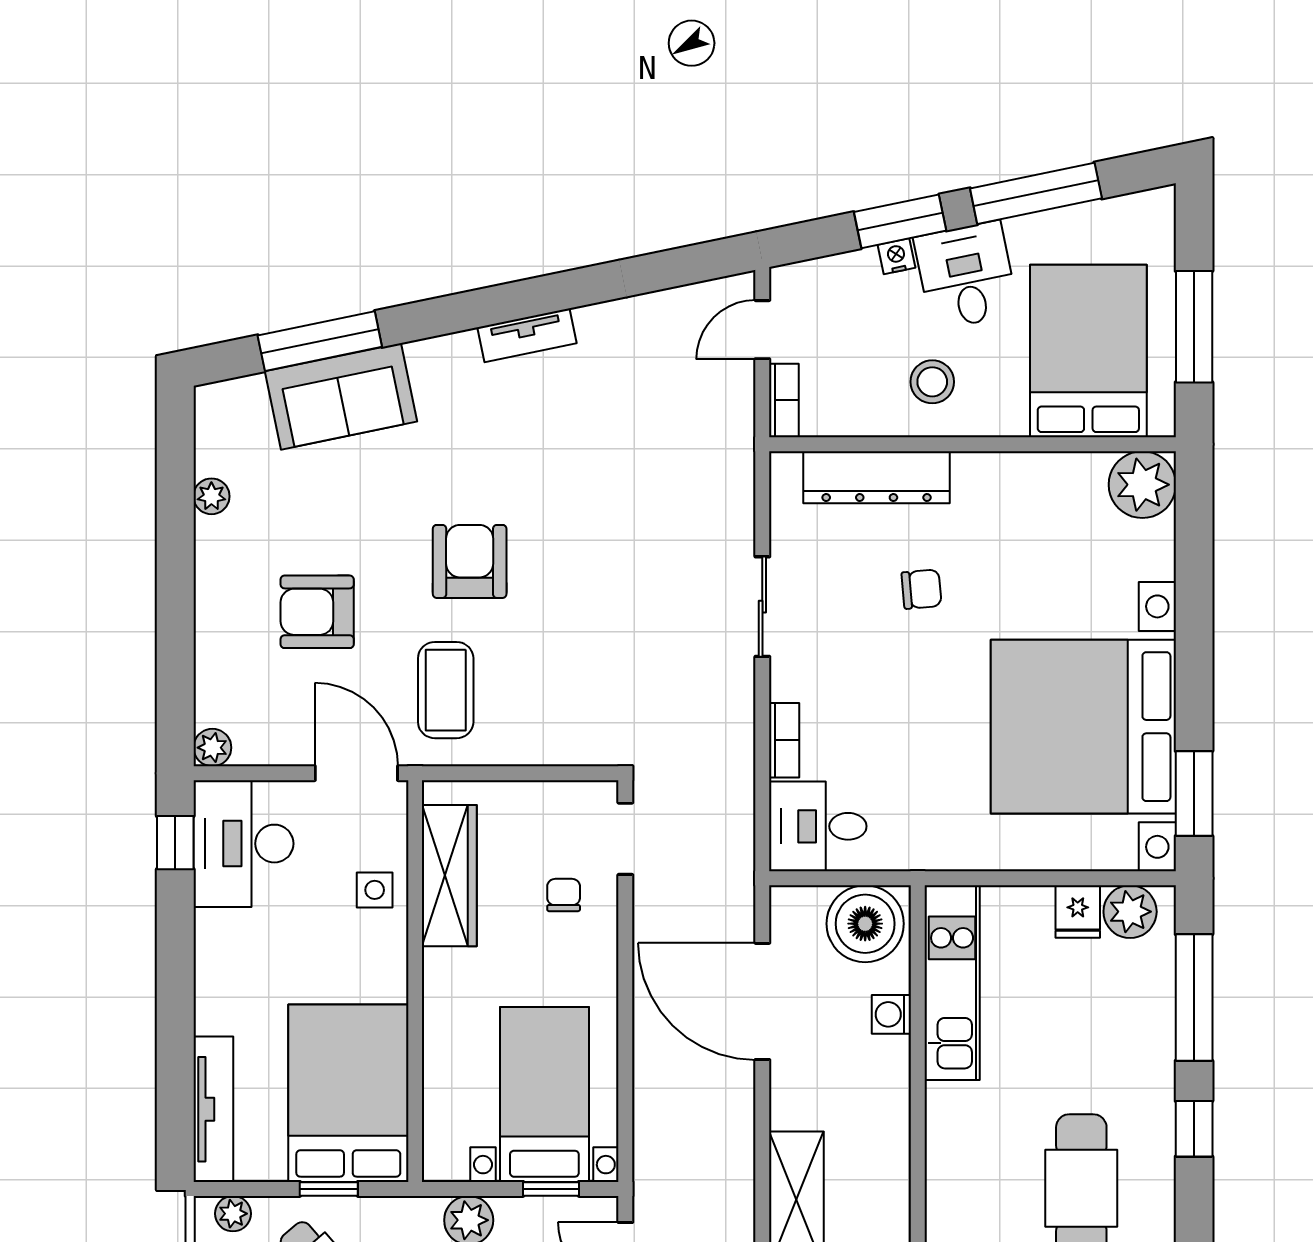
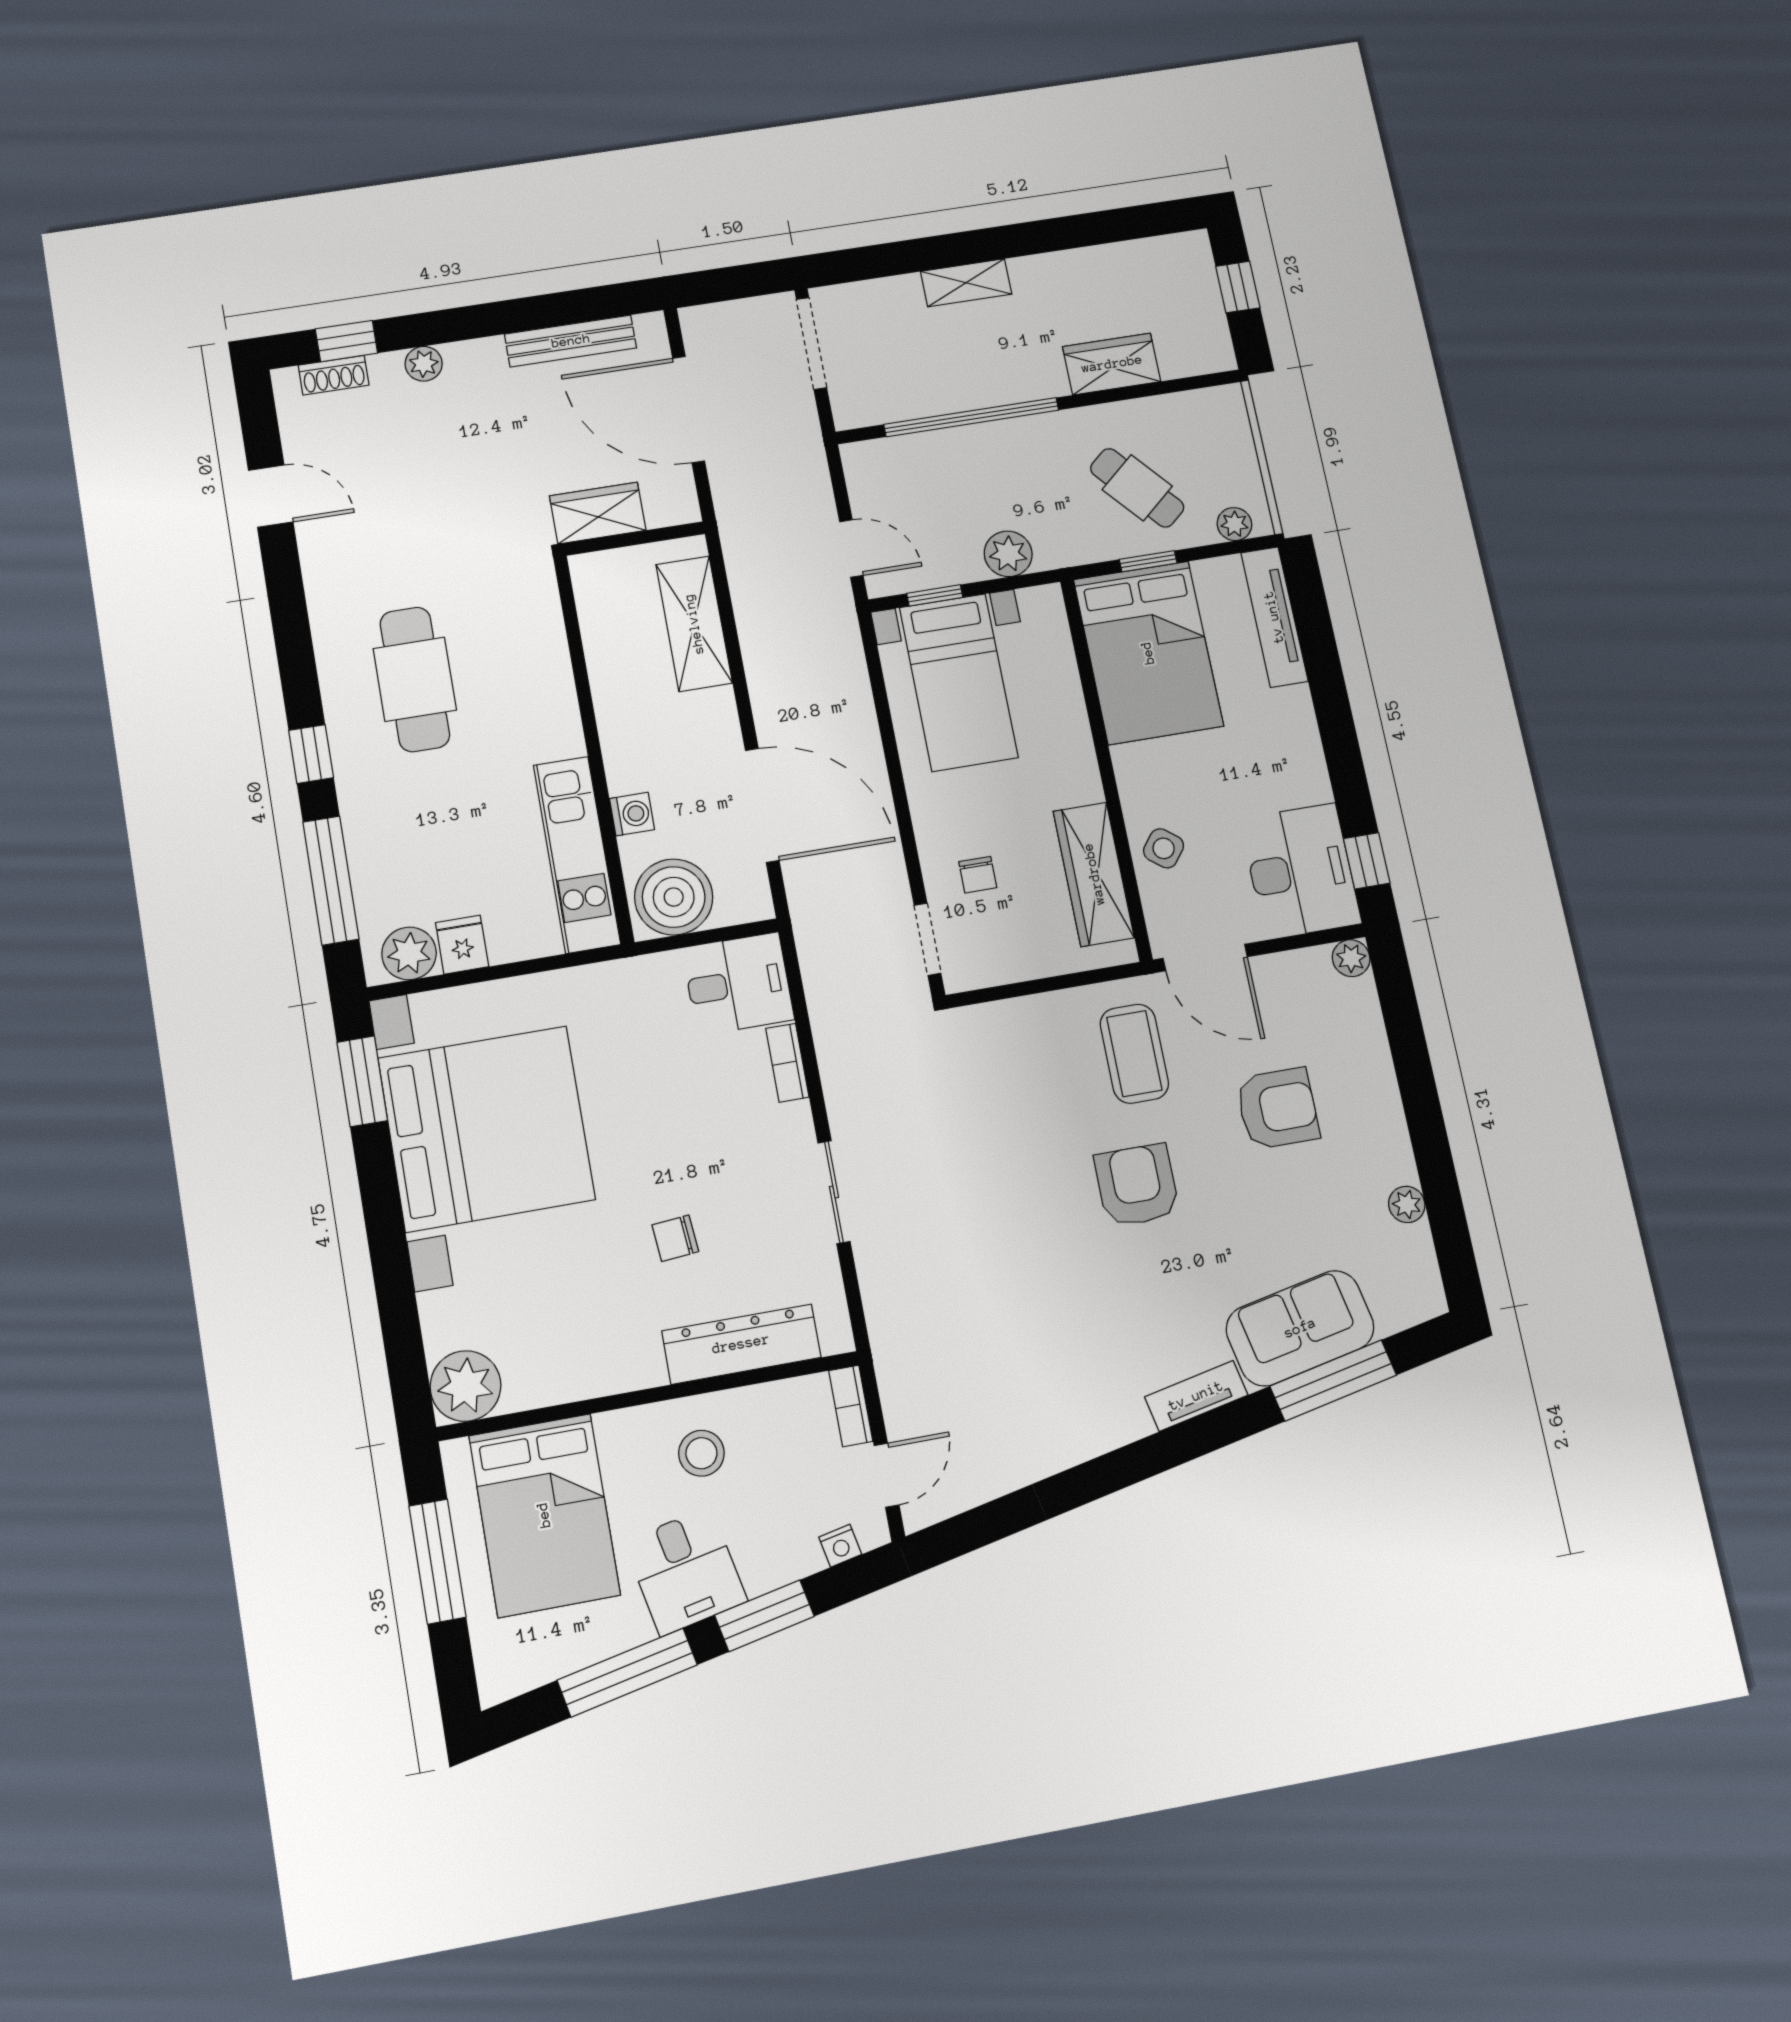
nightstand: (896, 256) -> (840, 1546), moved
tv unit: (527, 335) -> (1196, 1396), moved
armchair: (470, 561) -> (1137, 1185), turned 180
side table: (375, 890) -> (1164, 848), turned 38

